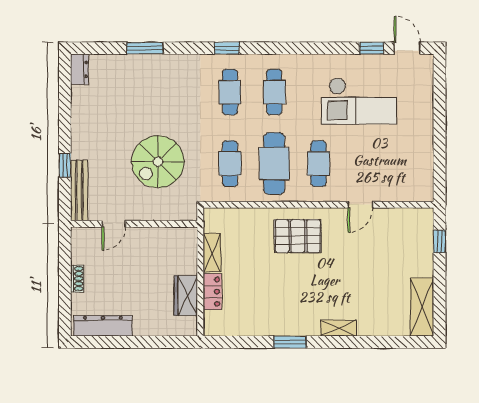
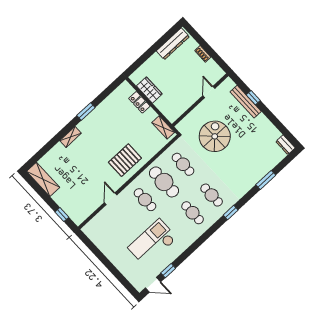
bench: (79, 191) -> (246, 102), moved
shelving: (212, 252) -> (163, 127), moved

